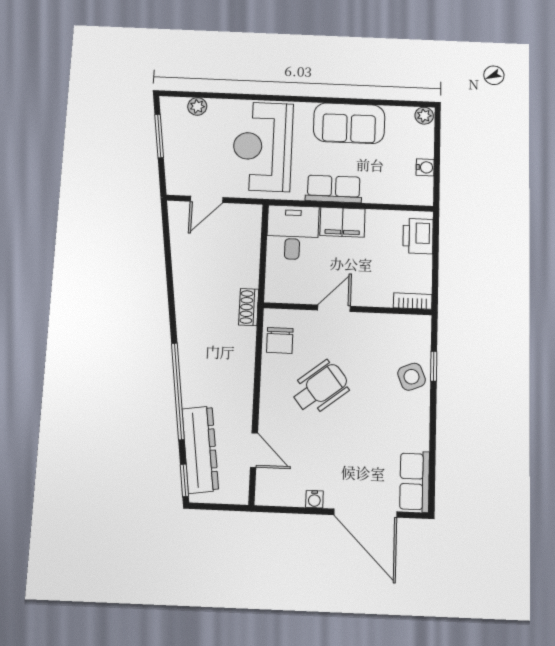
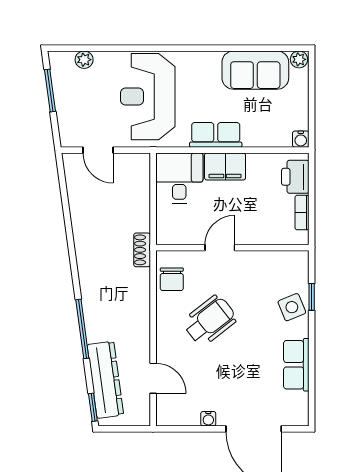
sofa: (349, 123) -> (255, 70), moved
water cooler: (425, 167) -> (301, 139), moved, turned 90
door: (207, 199) -> (98, 150), hinge flipped
bookcase: (413, 301) -> (302, 213), moved, turned -90
window: (178, 391) -> (82, 329), width x0.68
row of seats: (415, 481) -> (296, 365), moved

